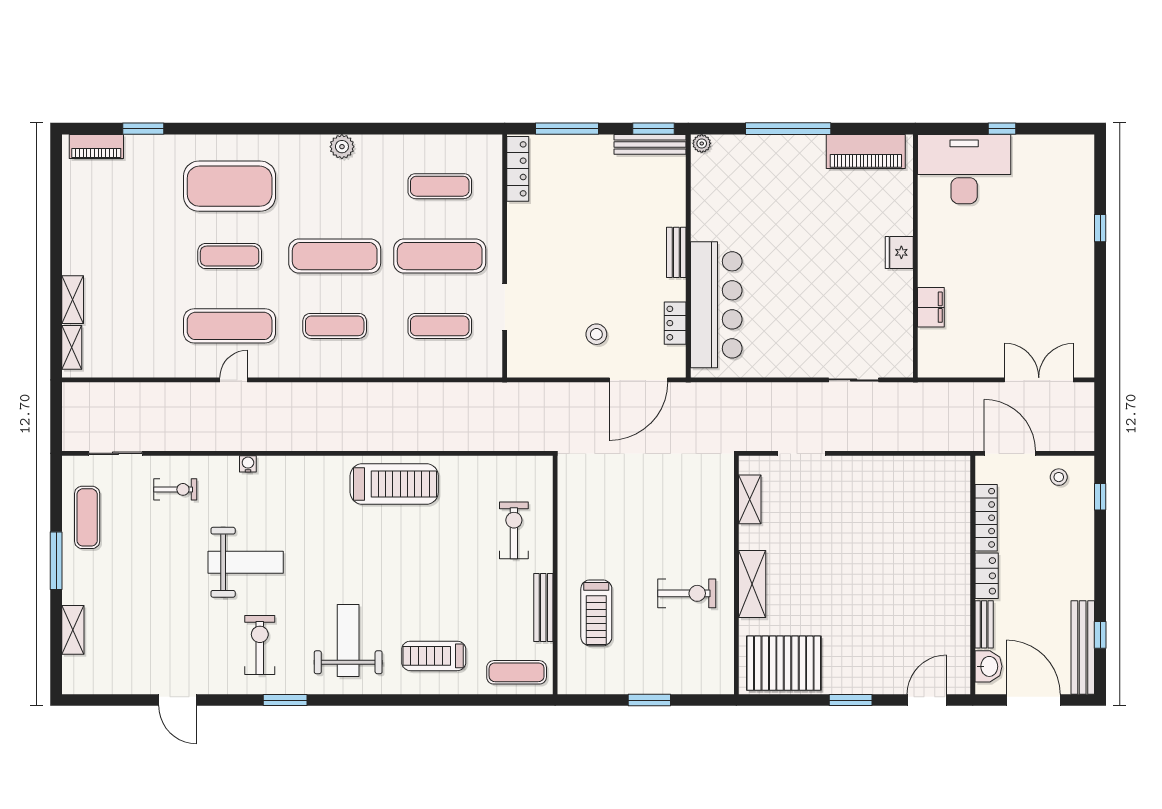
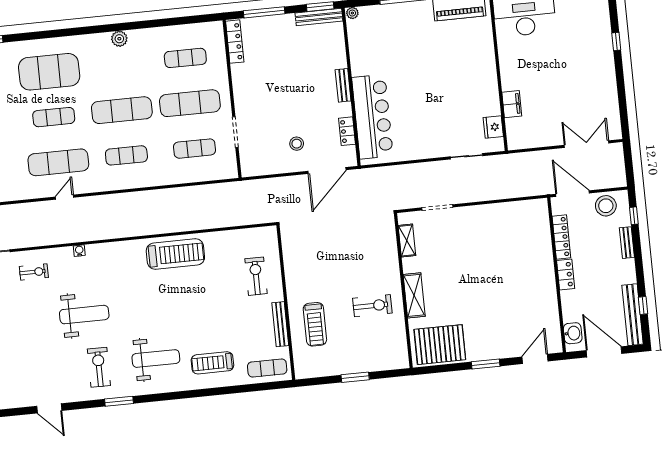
fridge: (899, 252) -> (493, 127), moved
stool: (1059, 477) -> (606, 206), width x1.89, depth x1.89
bench: (984, 624) -> (627, 243), moved
weight bench: (348, 641) -> (156, 359), turned 90

